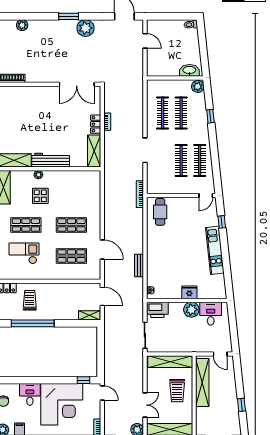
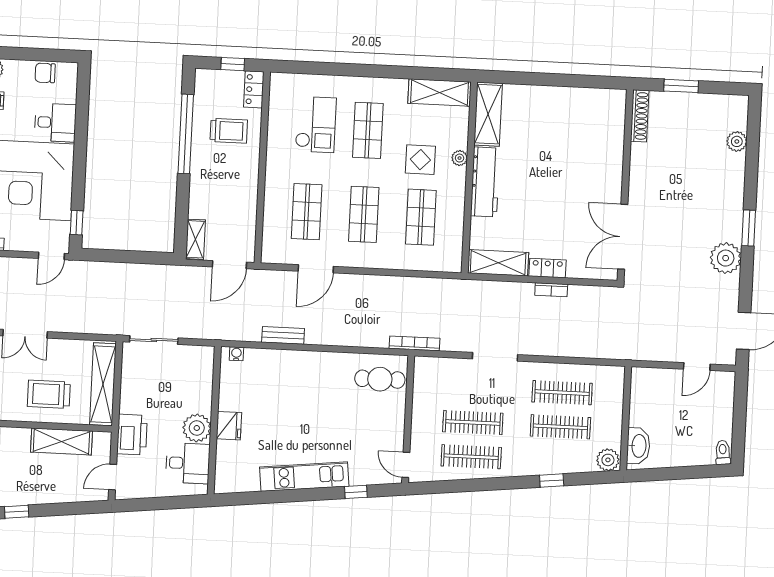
shop shelf: (71, 194) -> (421, 217), added
printer: (157, 310) -> (132, 435), moved, turned 180
shelving: (202, 383) -> (61, 442), width x0.68

